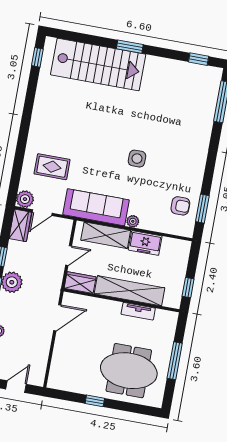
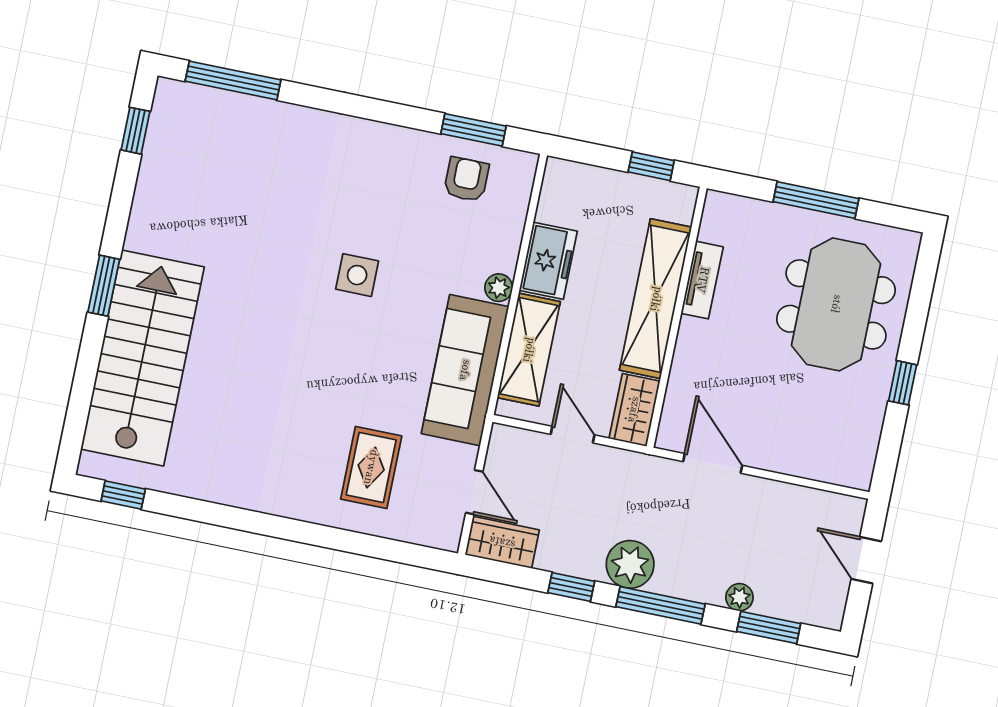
plant: (25, 199) -> (443, 530), removed

